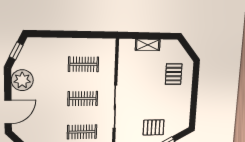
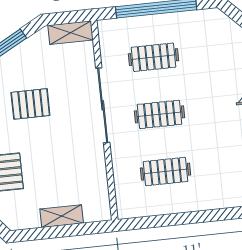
pallet: (154, 127) -> (30, 104), moved

